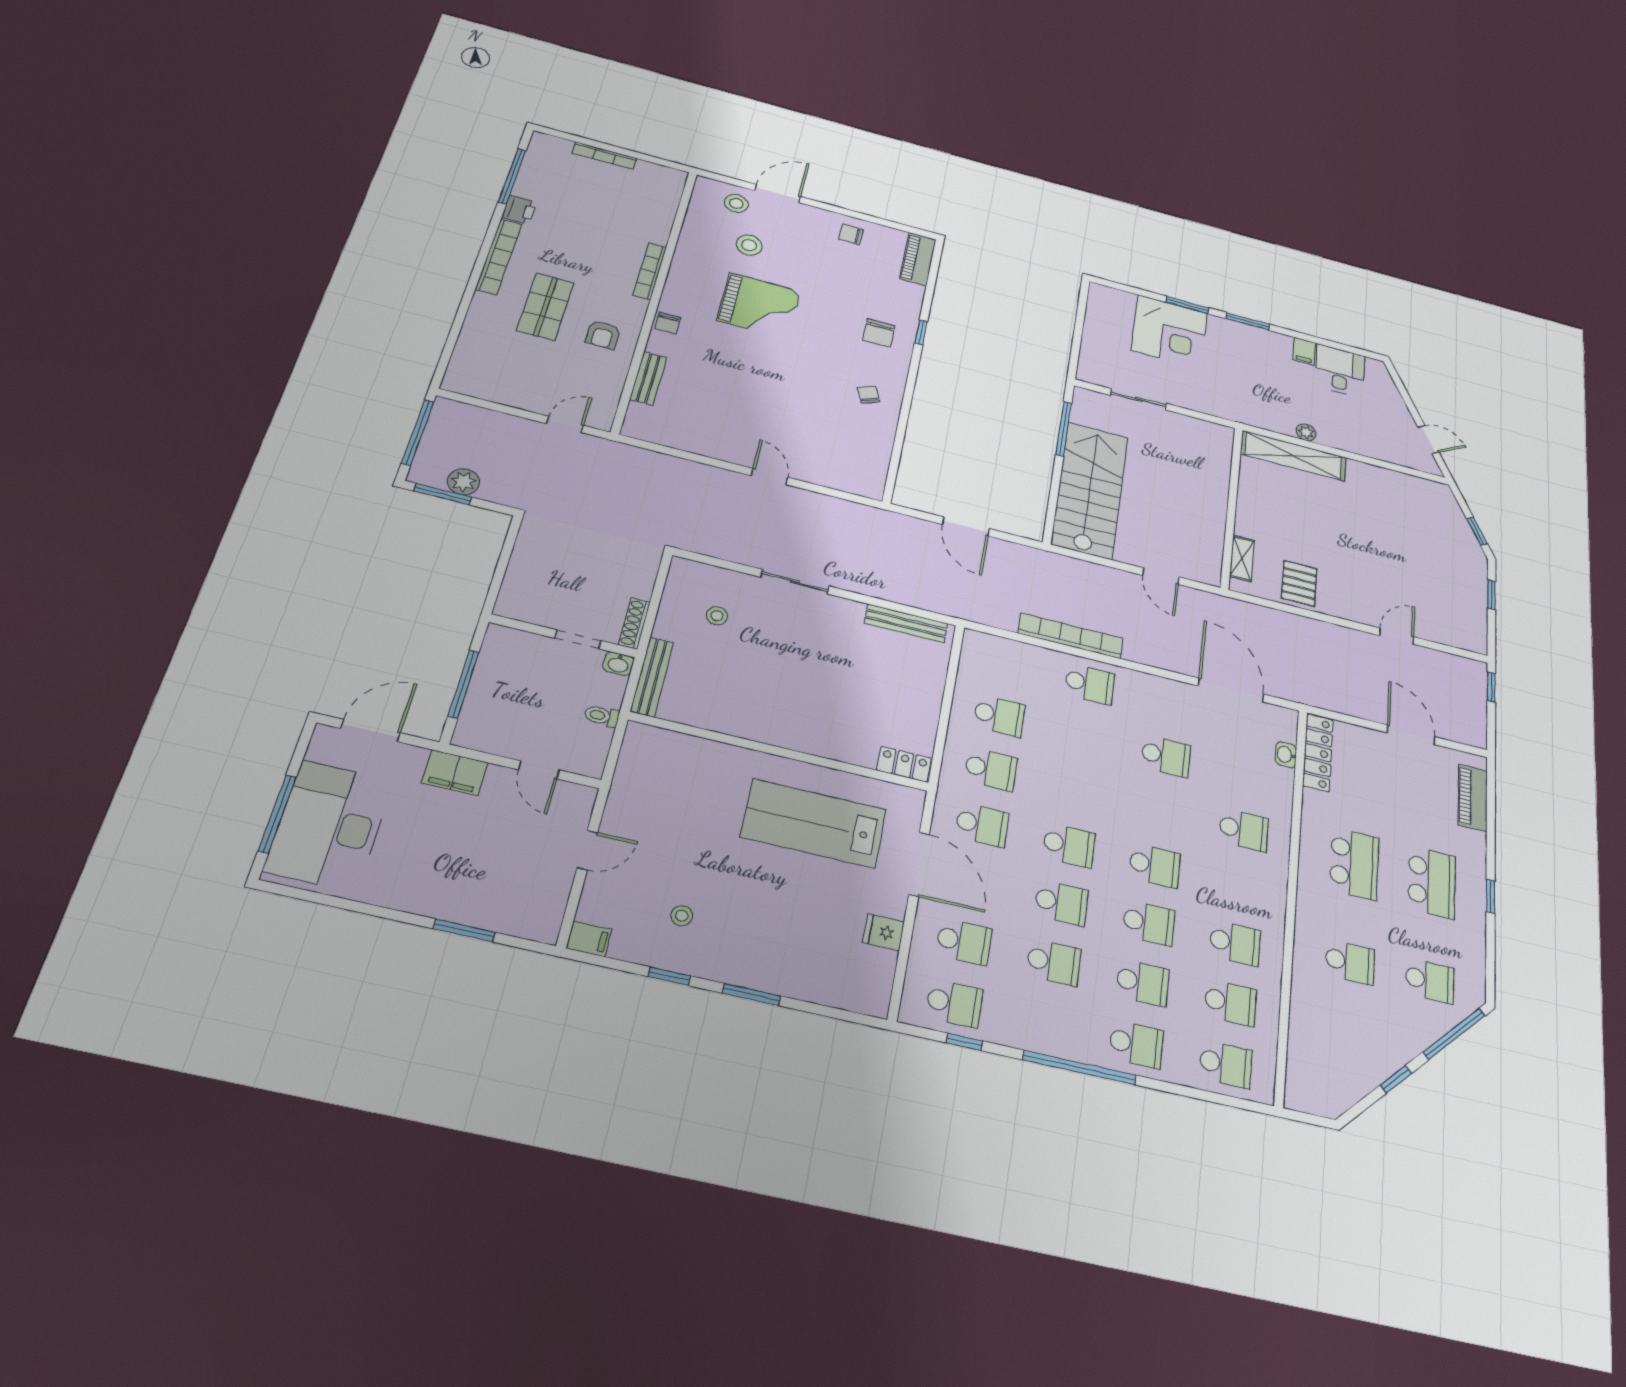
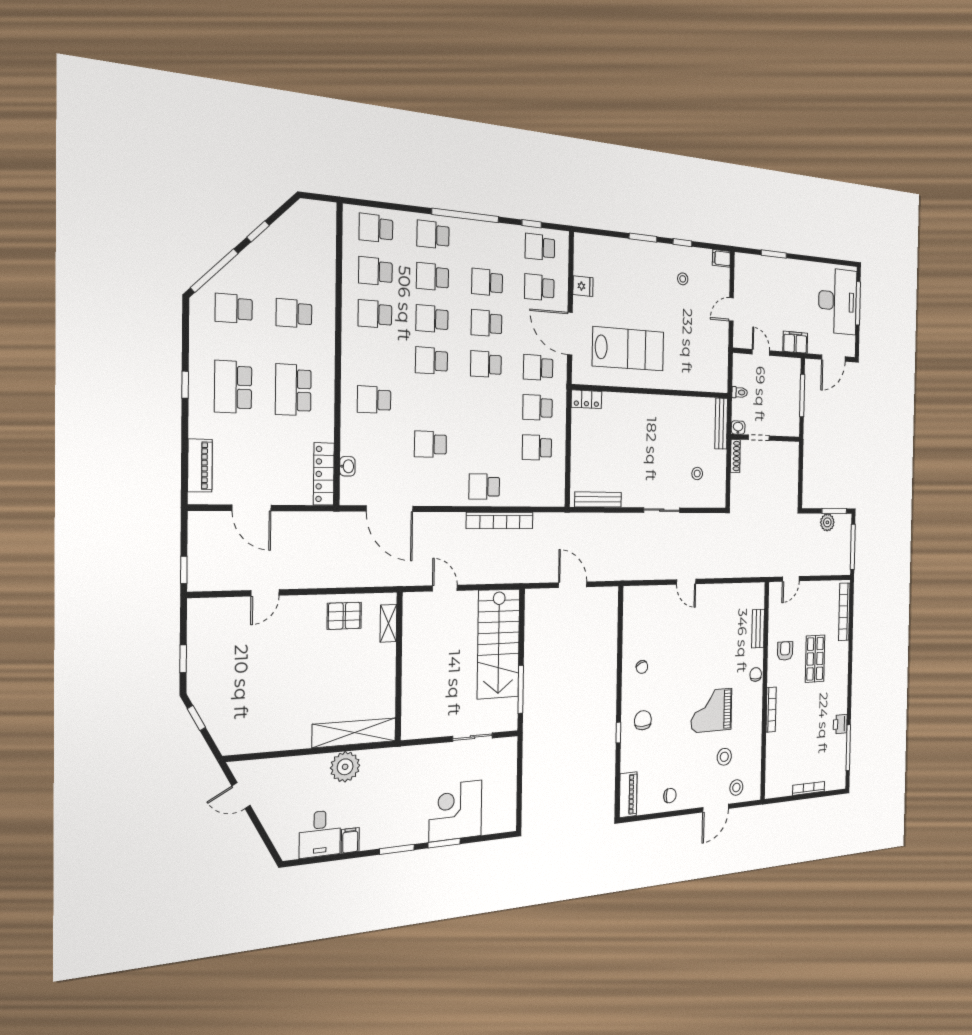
bookcase: (499, 257) -> (844, 612), moved
plant: (1306, 432) -> (345, 767), width x1.87, depth x1.87
pallet: (1299, 583) -> (344, 616), turned 90

